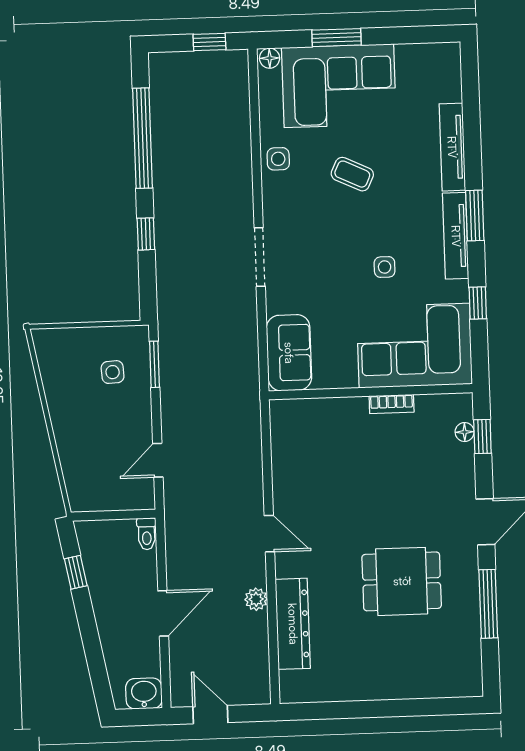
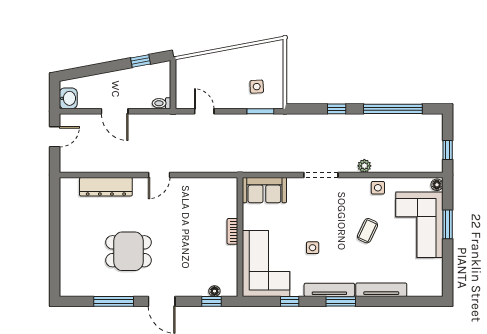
bookcase: (392, 404) -> (232, 231), moved
dining table: (402, 581) -> (128, 251), turned 90
plant: (256, 599) -> (364, 166), moved

